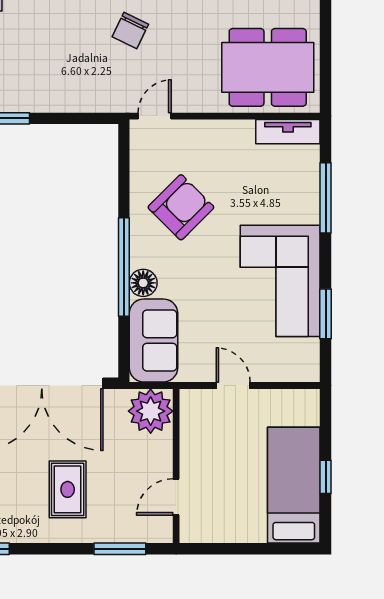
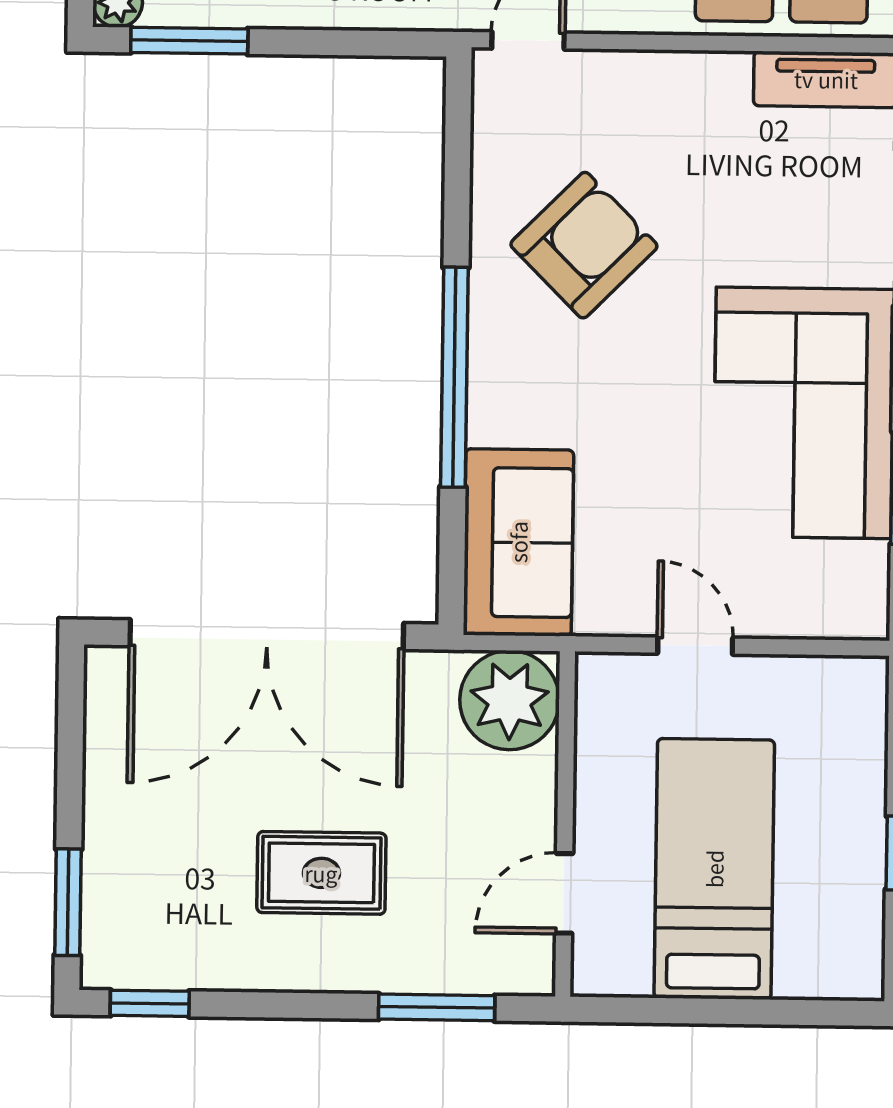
floor lamp: (143, 283) -> (497, 413), removed
bed: (294, 485) -> (714, 869), moved
rug: (68, 489) -> (321, 873), turned 90

